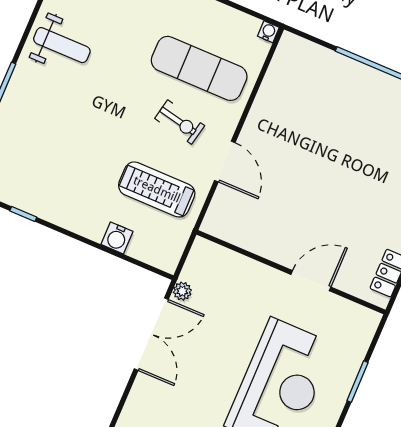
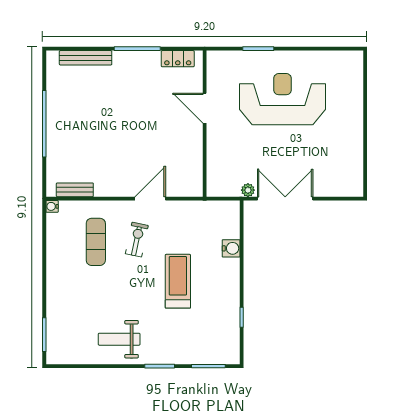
weight bench: (62, 45) -> (119, 339), turned -90
exercise mat: (199, 68) -> (96, 242), width x0.73, depth x0.69
bench: (277, 70) -> (75, 190), added
treadmill: (157, 189) -> (178, 281), moved, turned 180

